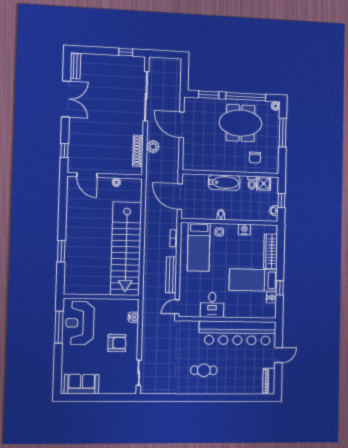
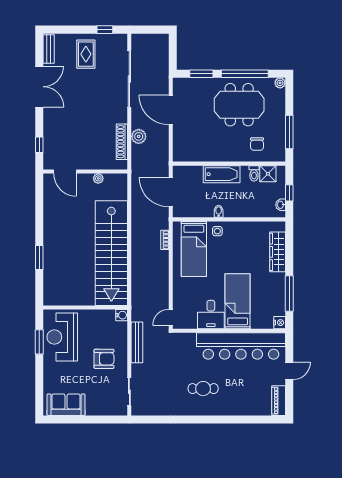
rug: (108, 73) -> (86, 54), added
window: (283, 132) -> (289, 132), moved
nightstand: (244, 230) -> (246, 228), removed
bench: (171, 275) -> (137, 342), moved
bed: (253, 280) -> (238, 301), moved, turned 90
window: (280, 288) -> (289, 294), width x2.17
nightstand: (271, 298) -> (280, 323), moved
water cooler: (133, 317) -> (122, 315), moved
window: (59, 327) -> (39, 342), width x0.69

